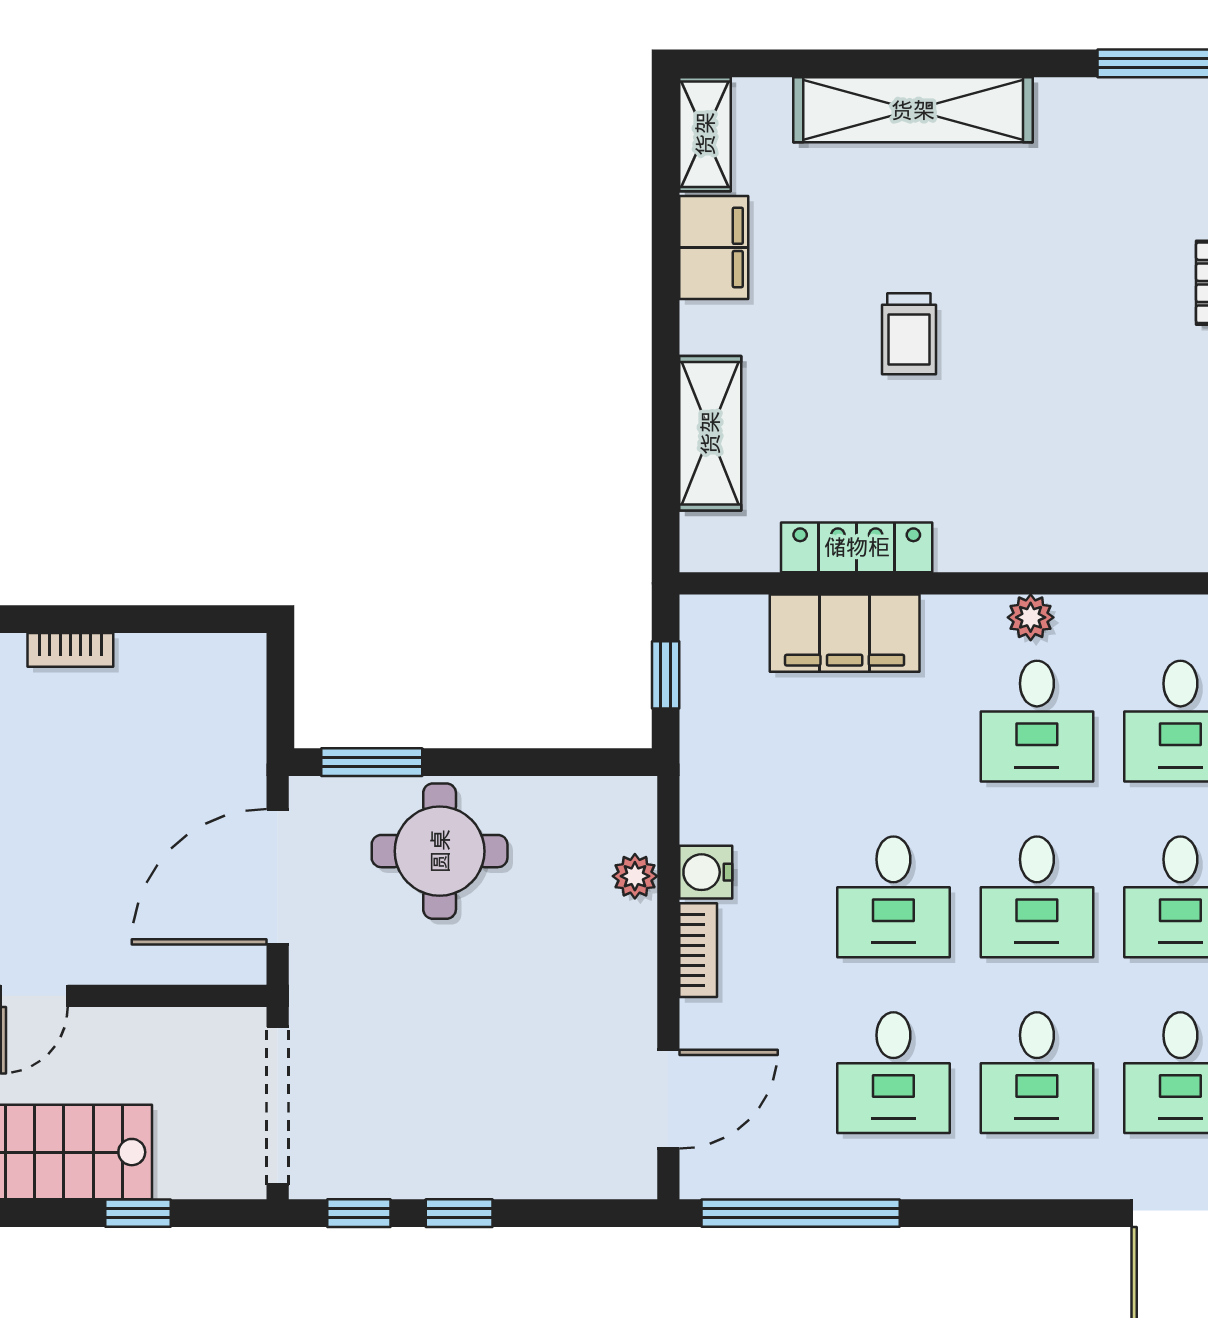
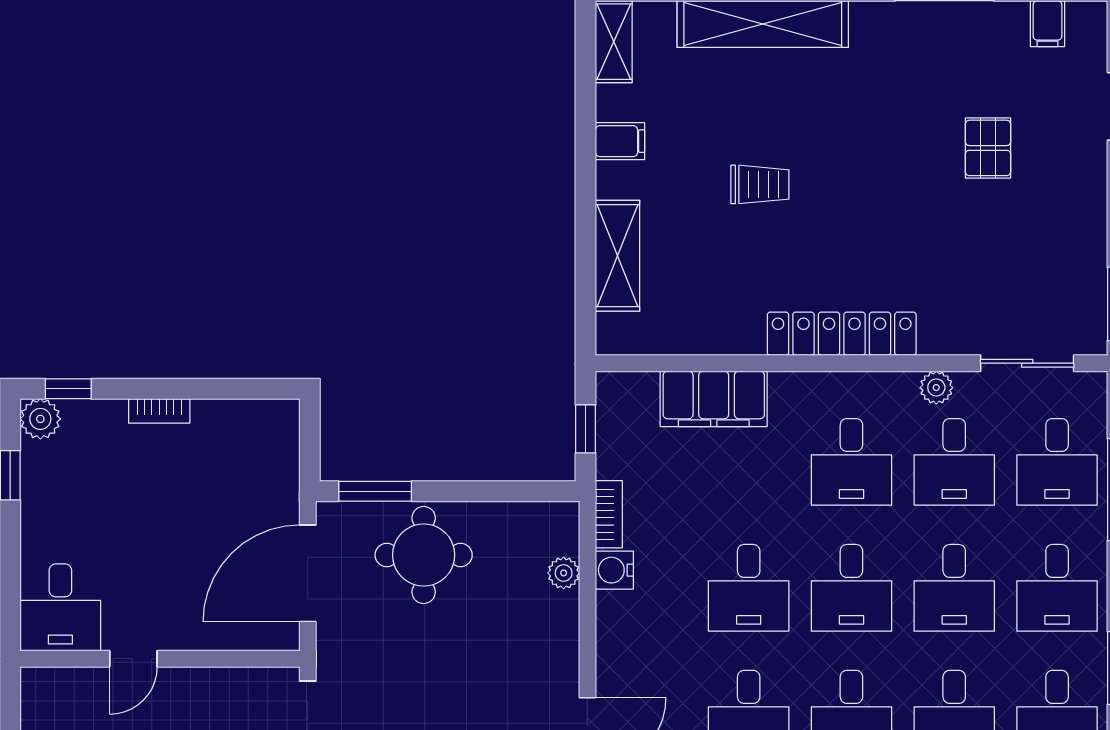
filing cabinet: (714, 247) -> (620, 141), width x0.50
trolley: (909, 334) -> (760, 184), turned -90
locker: (857, 547) -> (842, 334), moved, width x1.41, depth x1.21
plant: (1031, 617) -> (936, 388), moved
bookcase: (698, 950) -> (609, 514), moved

